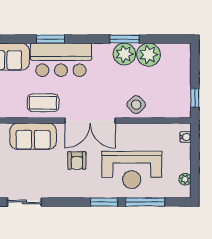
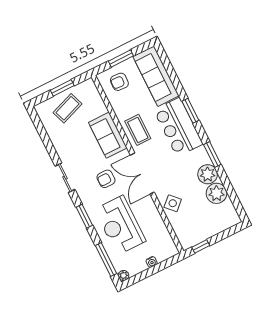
window: (125, 39) -> (212, 154), moved
water cooler: (185, 137) -> (152, 262), moved
plant: (185, 179) -> (123, 275), moved
sliding door: (24, 202) -> (65, 178), moved
window: (145, 202) -> (106, 260), moved

